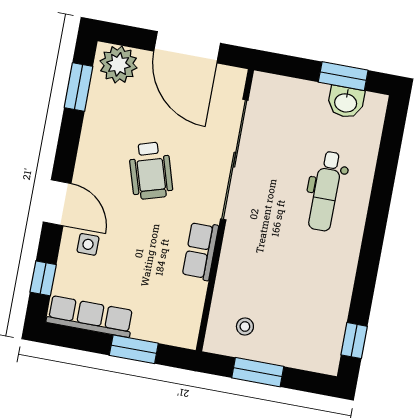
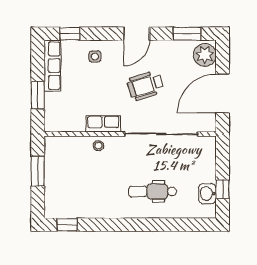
window: (343, 76) -> (223, 189), width x0.67
door: (57, 203) -> (137, 34), moved
stool: (245, 326) -> (98, 146), moved

